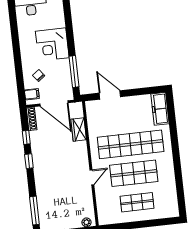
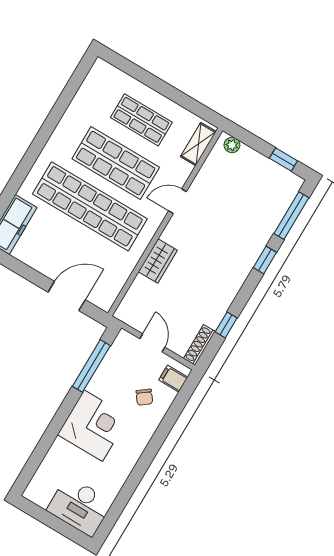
door: (110, 95) -> (67, 296), swing flipped
door: (54, 103) -> (152, 343), width x0.53
wardrobe: (79, 129) -> (158, 261), moved
window: (29, 161) -> (265, 260), moved
shelving: (102, 211) -> (198, 144), added

